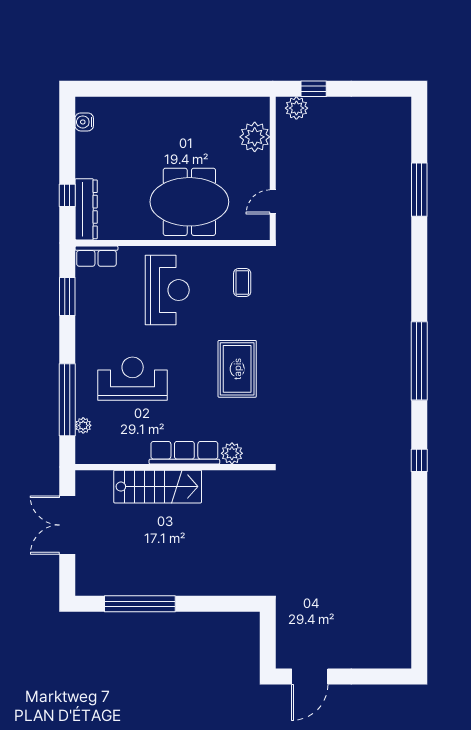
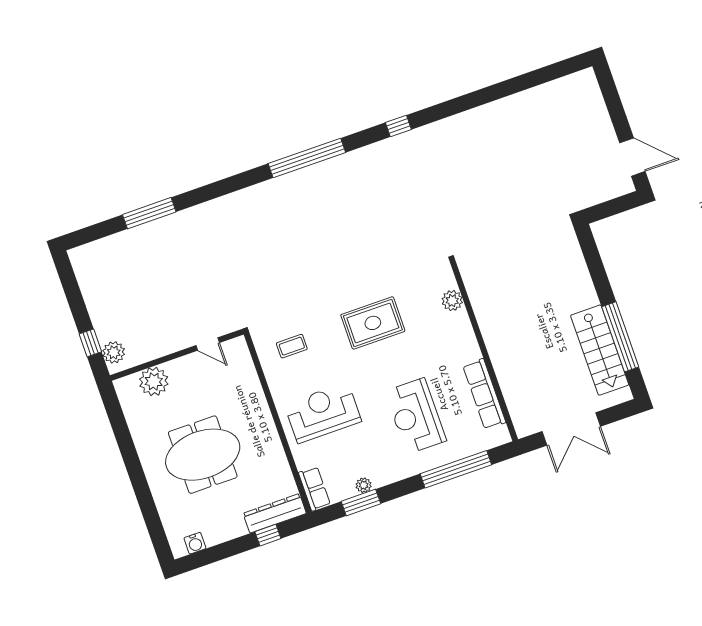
meeting table: (189, 202) -> (203, 455), moved, turned 90
plant: (83, 425) -> (364, 485), moved
row of seats: (184, 453) -> (484, 394), moved
stairs: (158, 487) -> (600, 350), moved, turned 180

